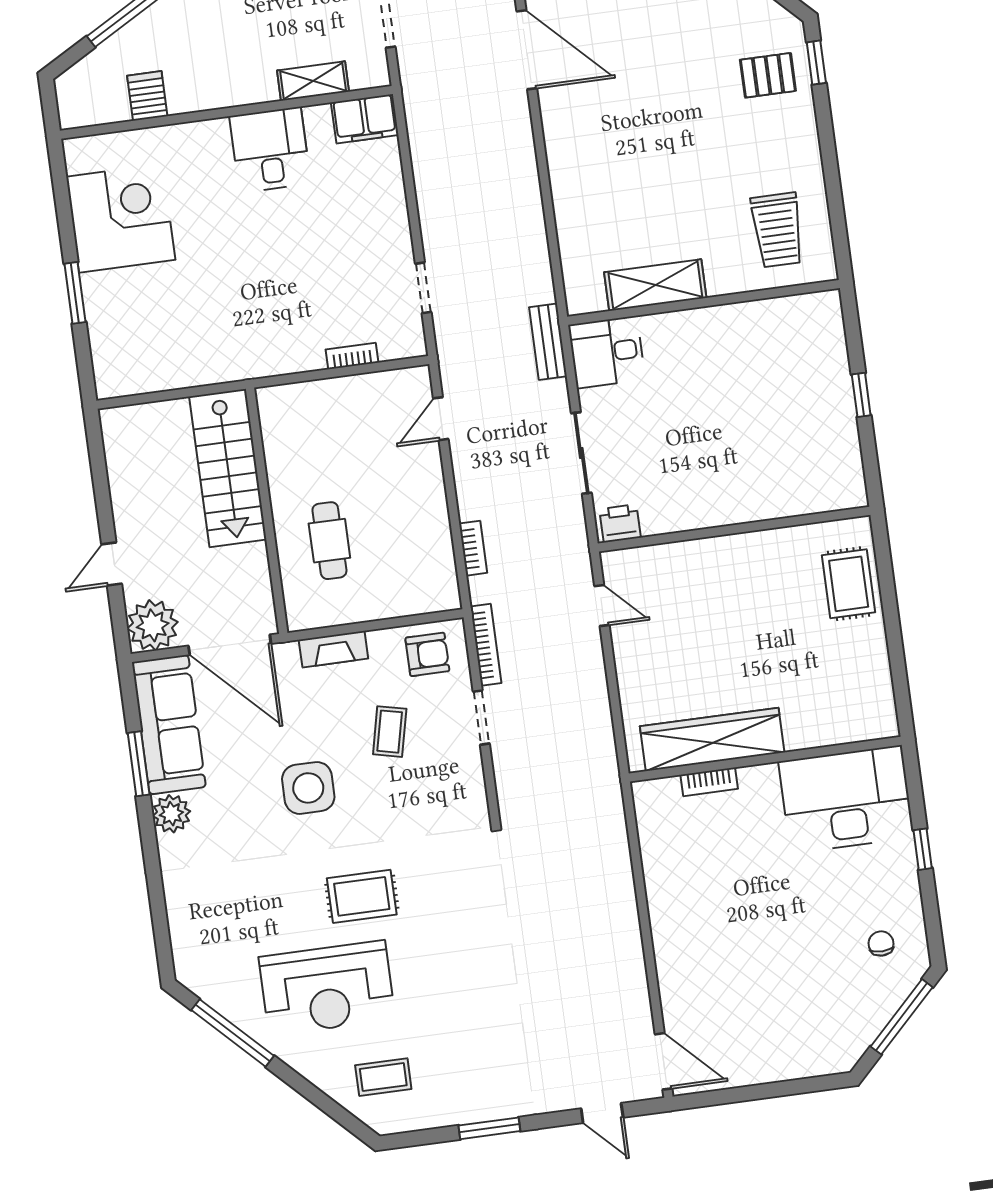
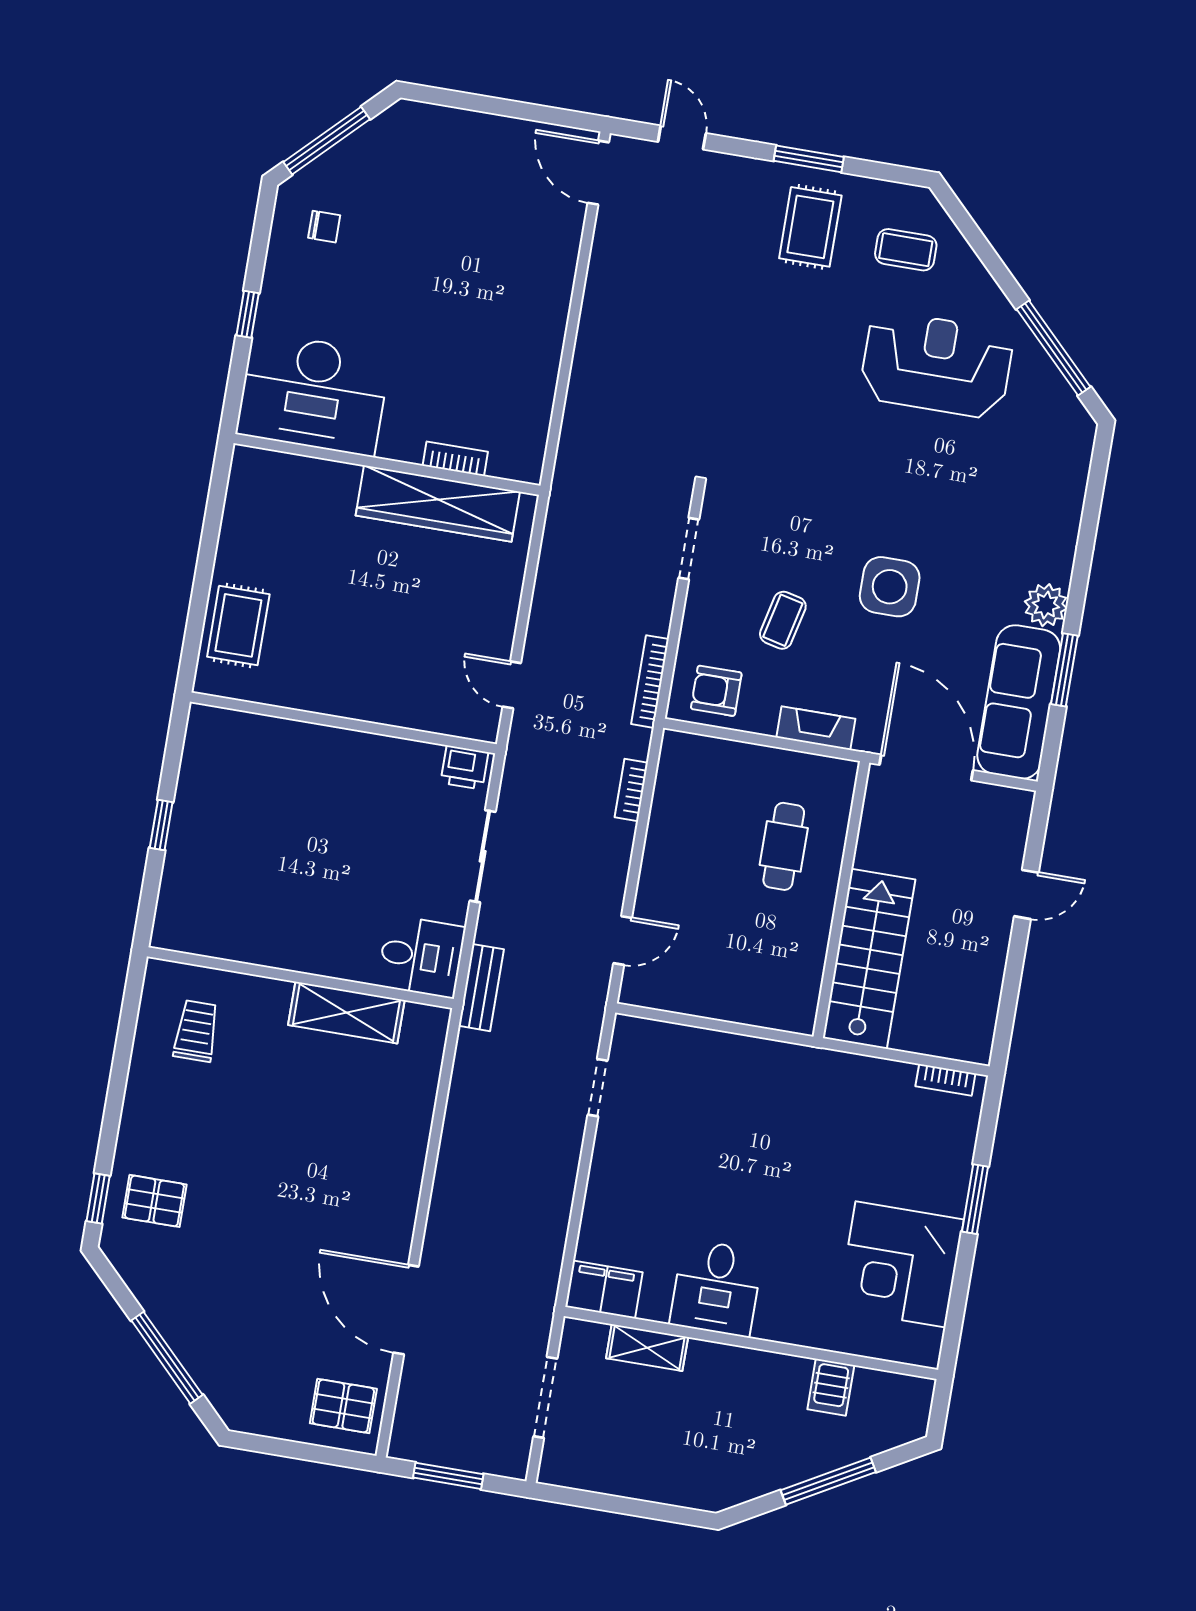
trolley: (777, 230) -> (196, 1031), width x0.73, depth x0.72
bookcase: (352, 356) -> (945, 1080), moved
plant: (153, 625) -> (1003, 815), removed
doorway: (481, 718) -> (689, 549), moved
rug: (362, 896) -> (810, 227), moved, turned 90
chair: (881, 944) -> (324, 227), turned -90

